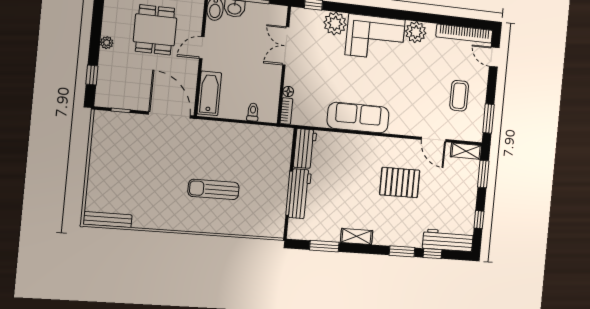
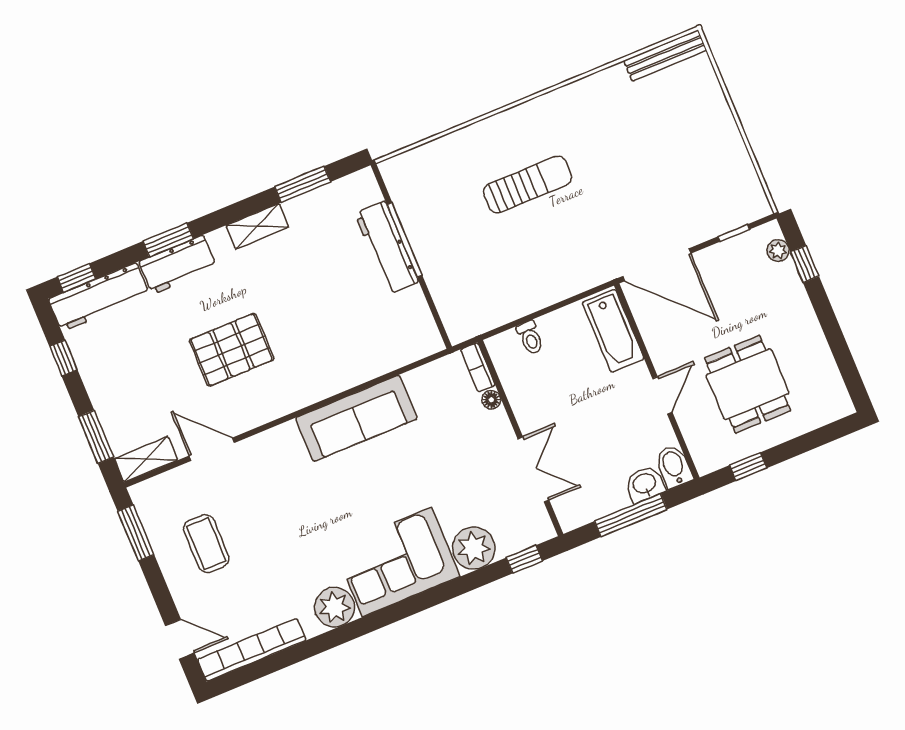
plant: (107, 43) -> (778, 251), moved
workbench: (305, 149) -> (178, 265), moved, turned -90
window: (432, 254) -> (77, 278), moved

